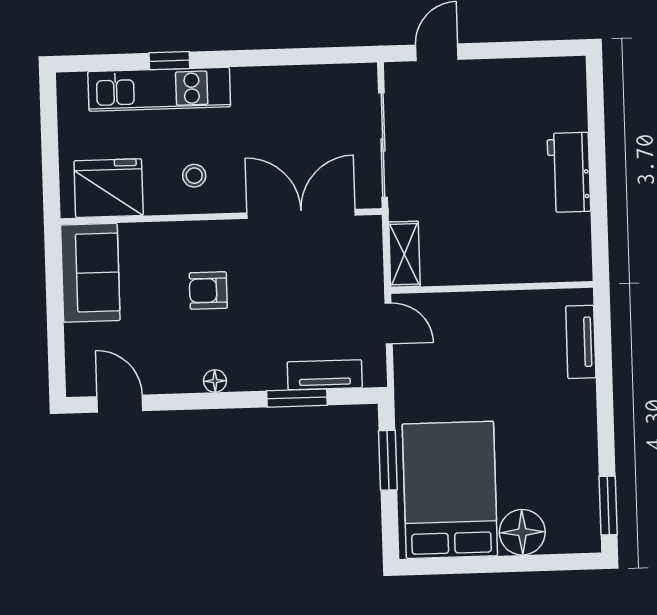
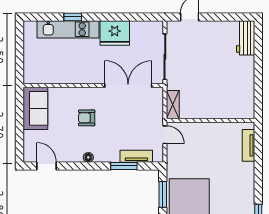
workbench: (569, 172) -> (246, 38), moved
stool: (194, 176) -> (82, 68), removed
fridge: (109, 188) -> (115, 33), moved, turned 180

